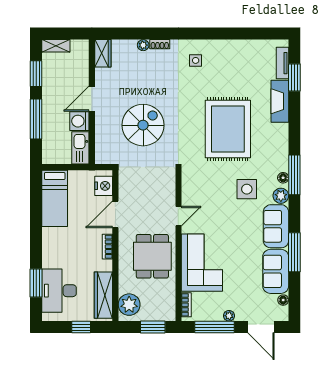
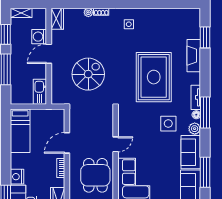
tv unit: (282, 63) -> (196, 97), moved
washing machine: (79, 121) -> (39, 37), moved
nightstand: (104, 186) -> (17, 177), moved, turned 180

